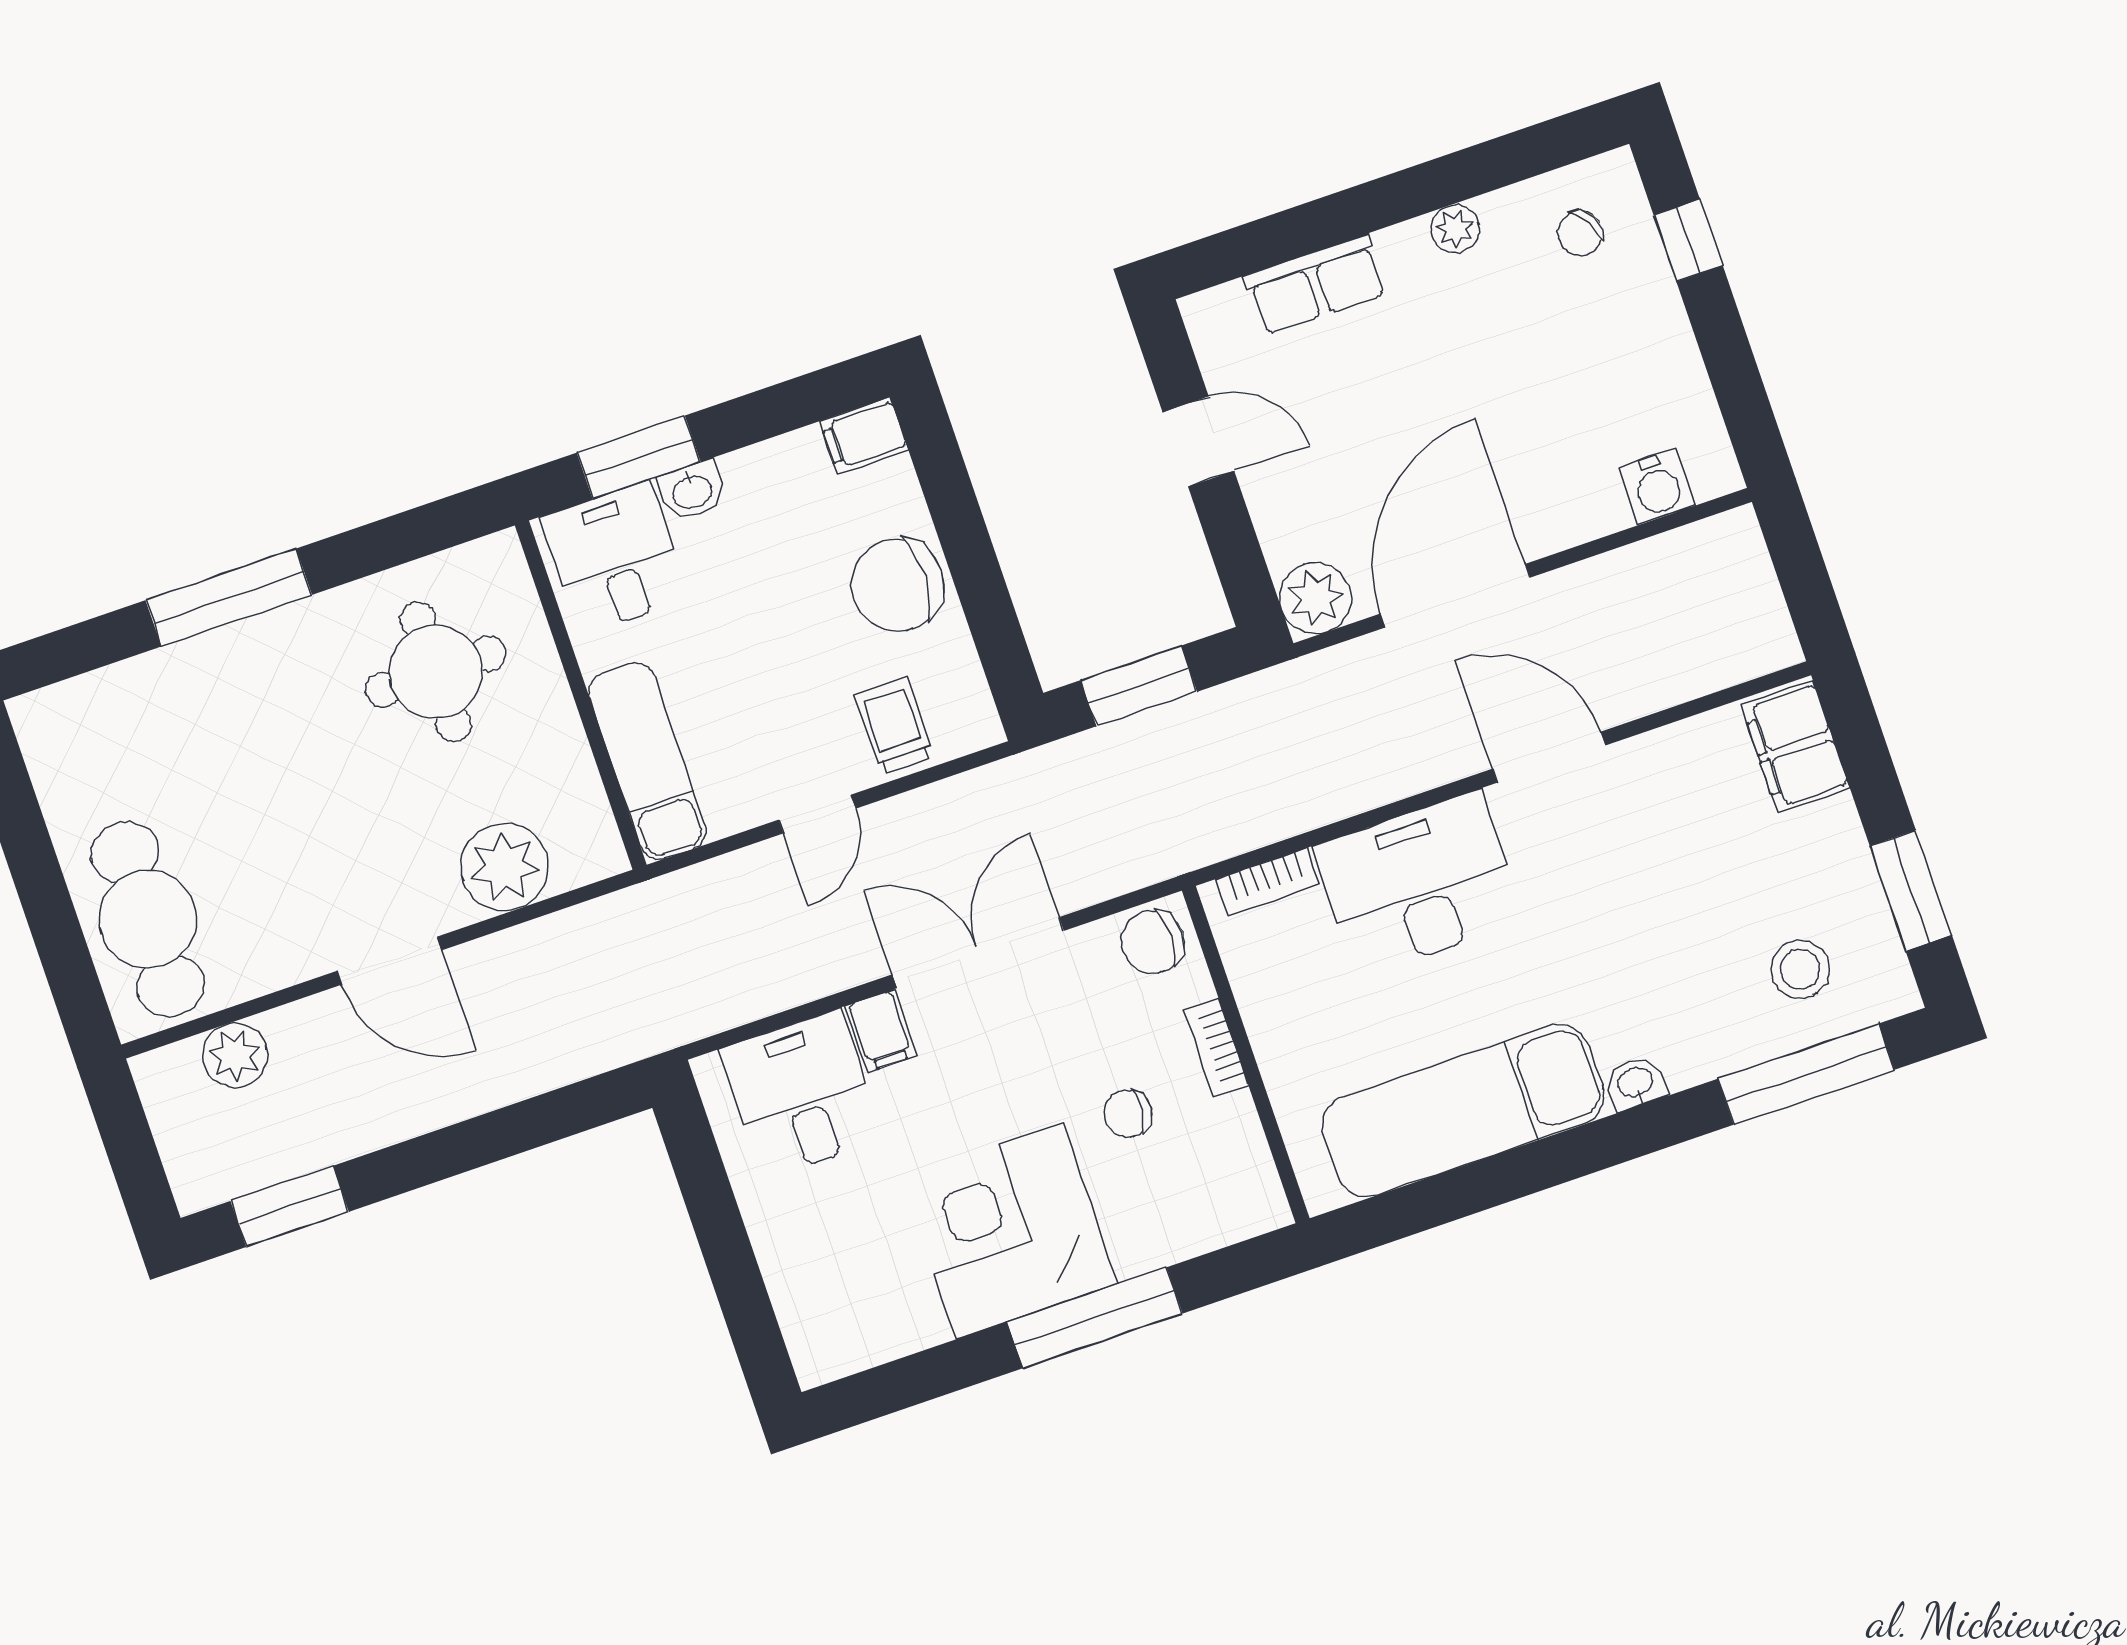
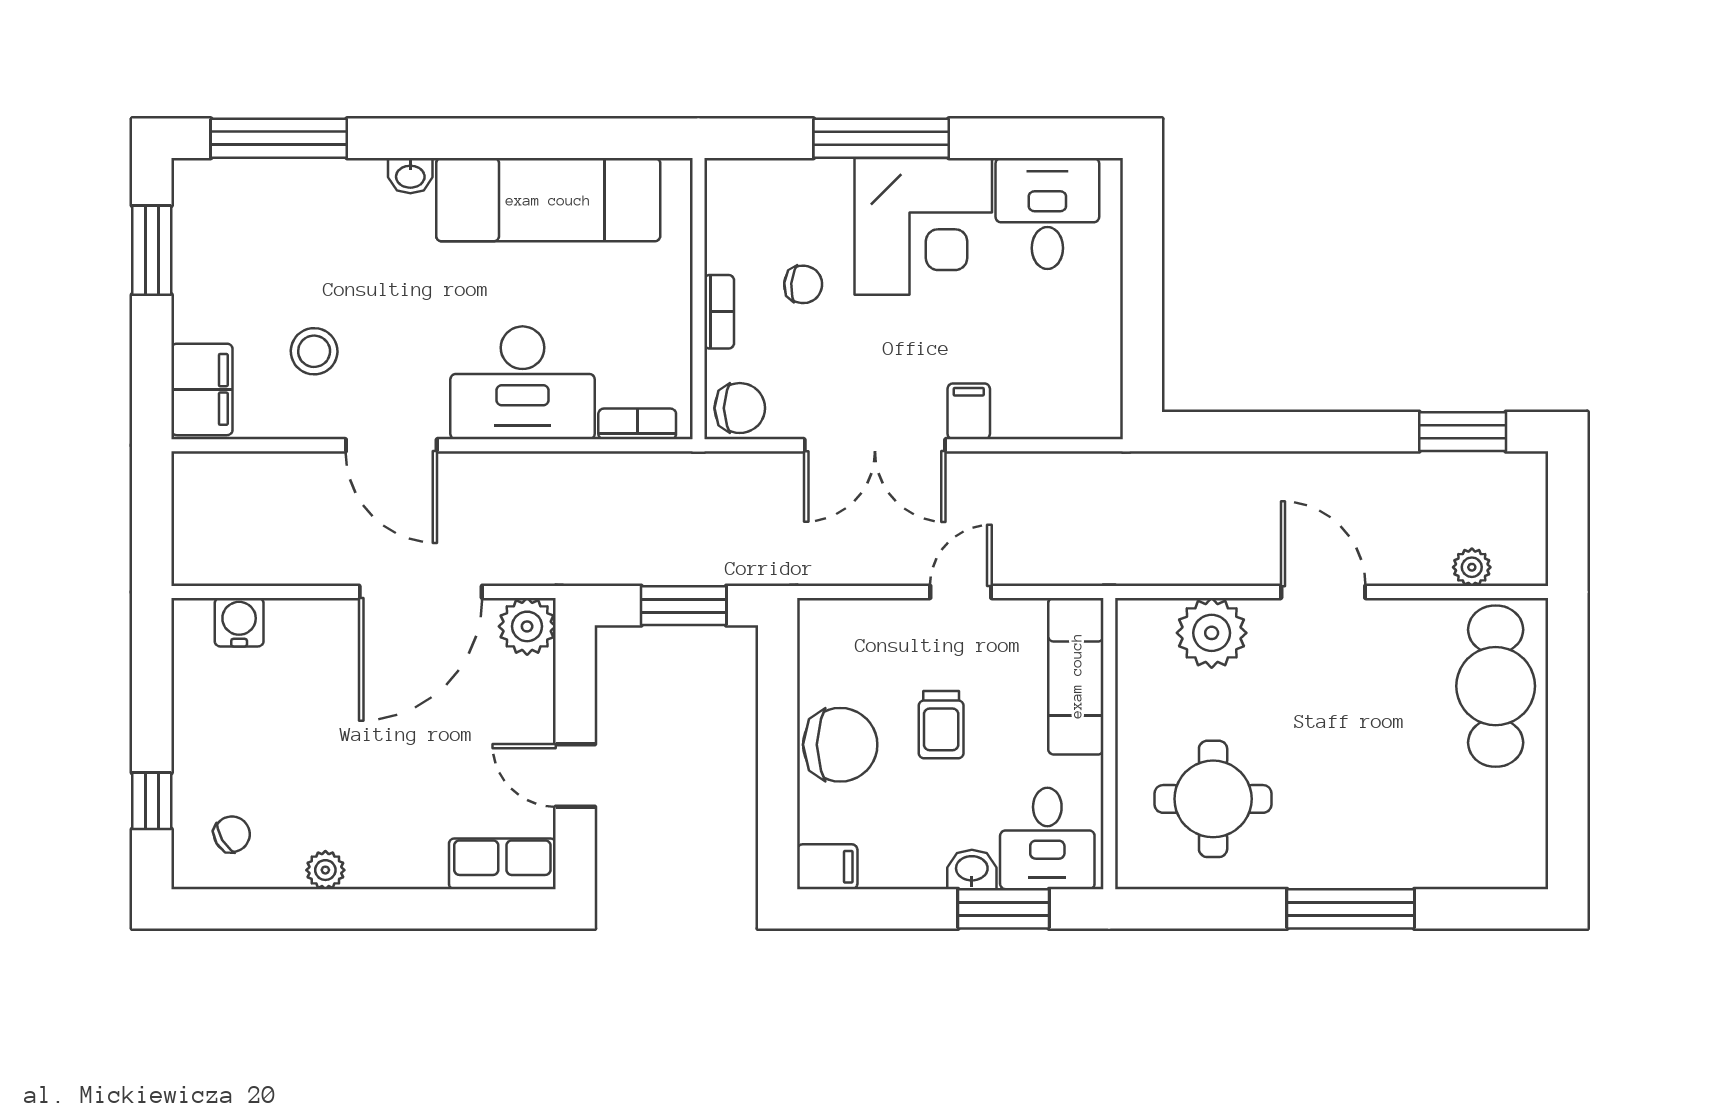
row of seats: (1316, 285) -> (502, 864), moved
trolley: (894, 725) -> (941, 725), moved
stool: (1800, 969) -> (314, 351), moved
plant: (235, 1055) -> (1472, 567), width x0.73, depth x0.73
desk: (802, 1094) -> (1047, 214), moved, turned 180

